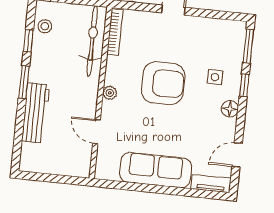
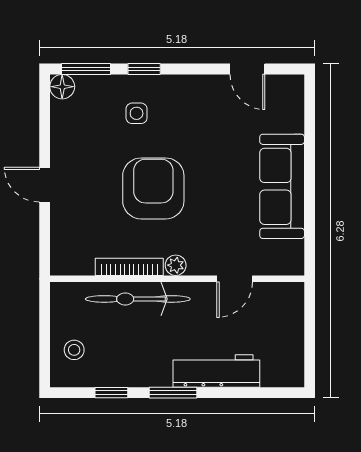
stool: (45, 26) -> (74, 350), moved
bookcase: (115, 32) -> (129, 267), moved
bicycle: (92, 41) -> (138, 299), moved
floor lamp: (230, 109) -> (62, 87), moved
tv unit: (211, 184) -> (293, 103), removed

